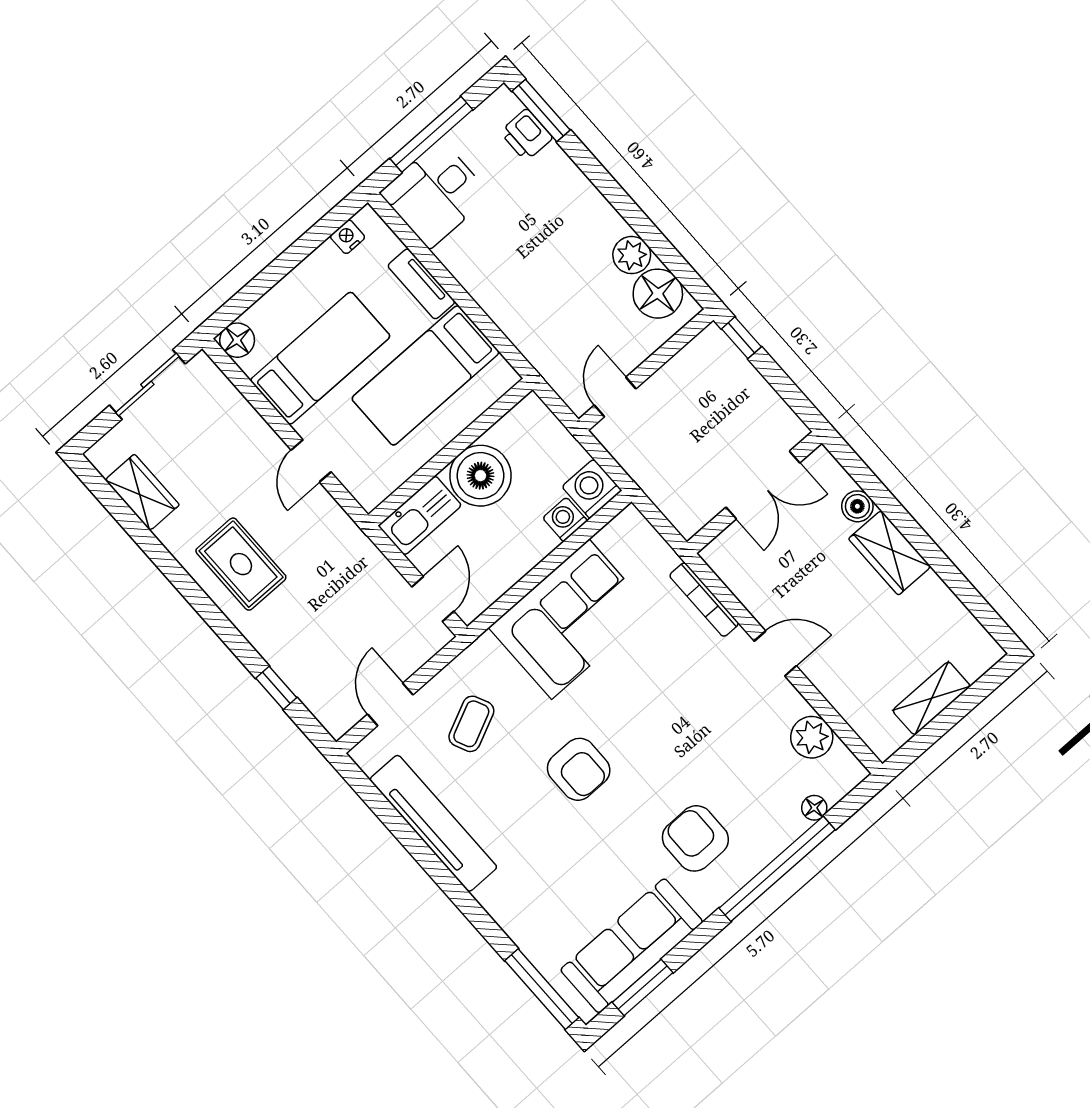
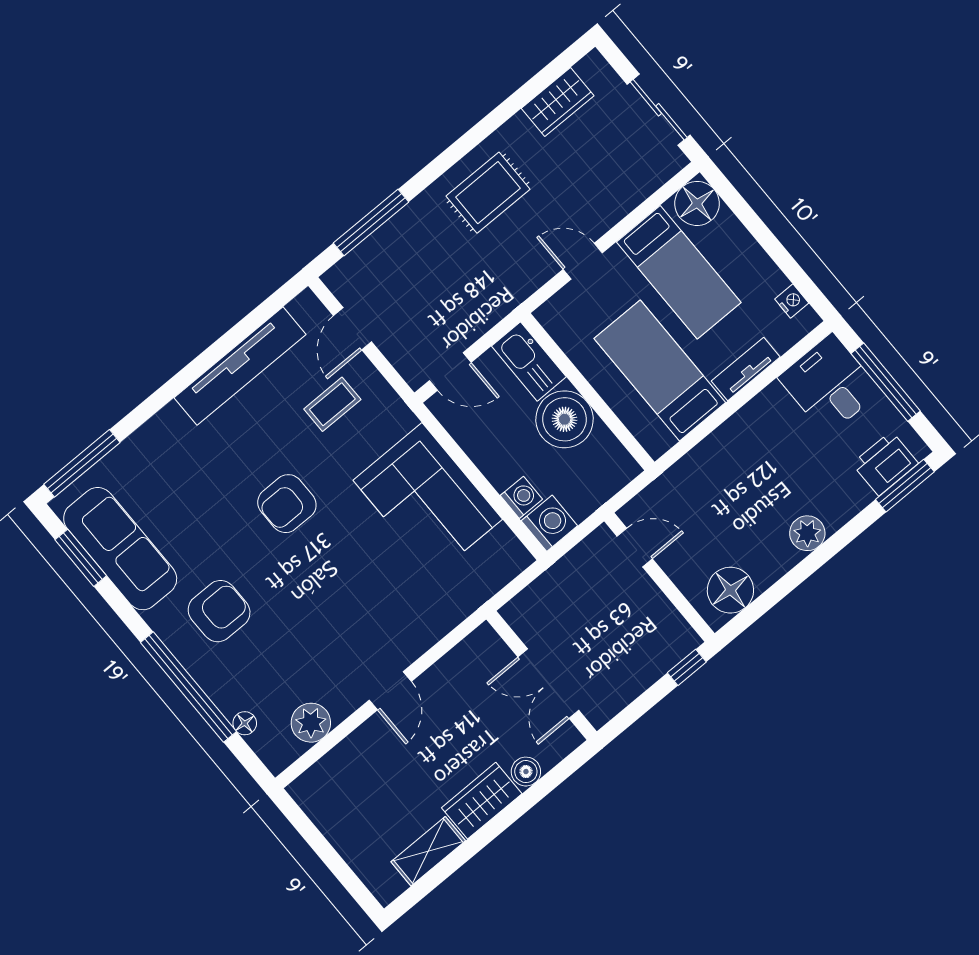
printer: (526, 135) -> (885, 463), width x1.36, depth x1.24
plant: (632, 255) -> (807, 533), moved
floor lamp: (237, 340) -> (697, 203), width x1.38, depth x1.38
bookcase: (704, 600) -> (443, 625), removed
window: (276, 688) -> (371, 223), width x2.17
shelving: (931, 698) -> (428, 851), moved, turned 90
door: (390, 704) -> (353, 329), swing flipped
coffee table: (471, 724) -> (332, 404), turned -65

